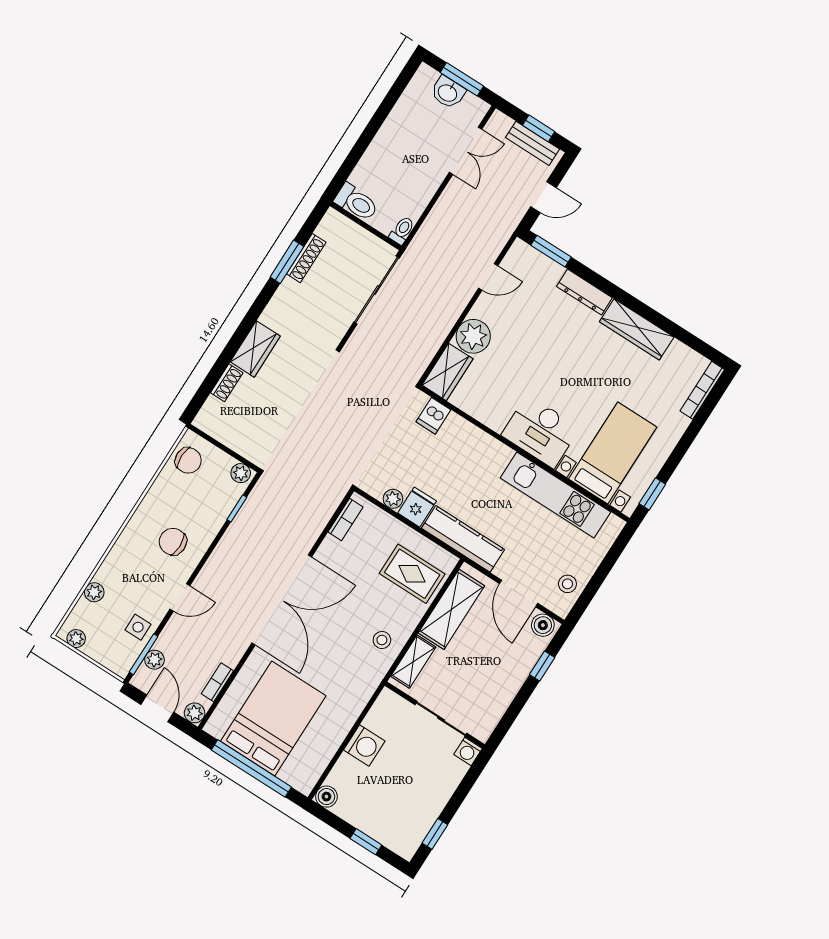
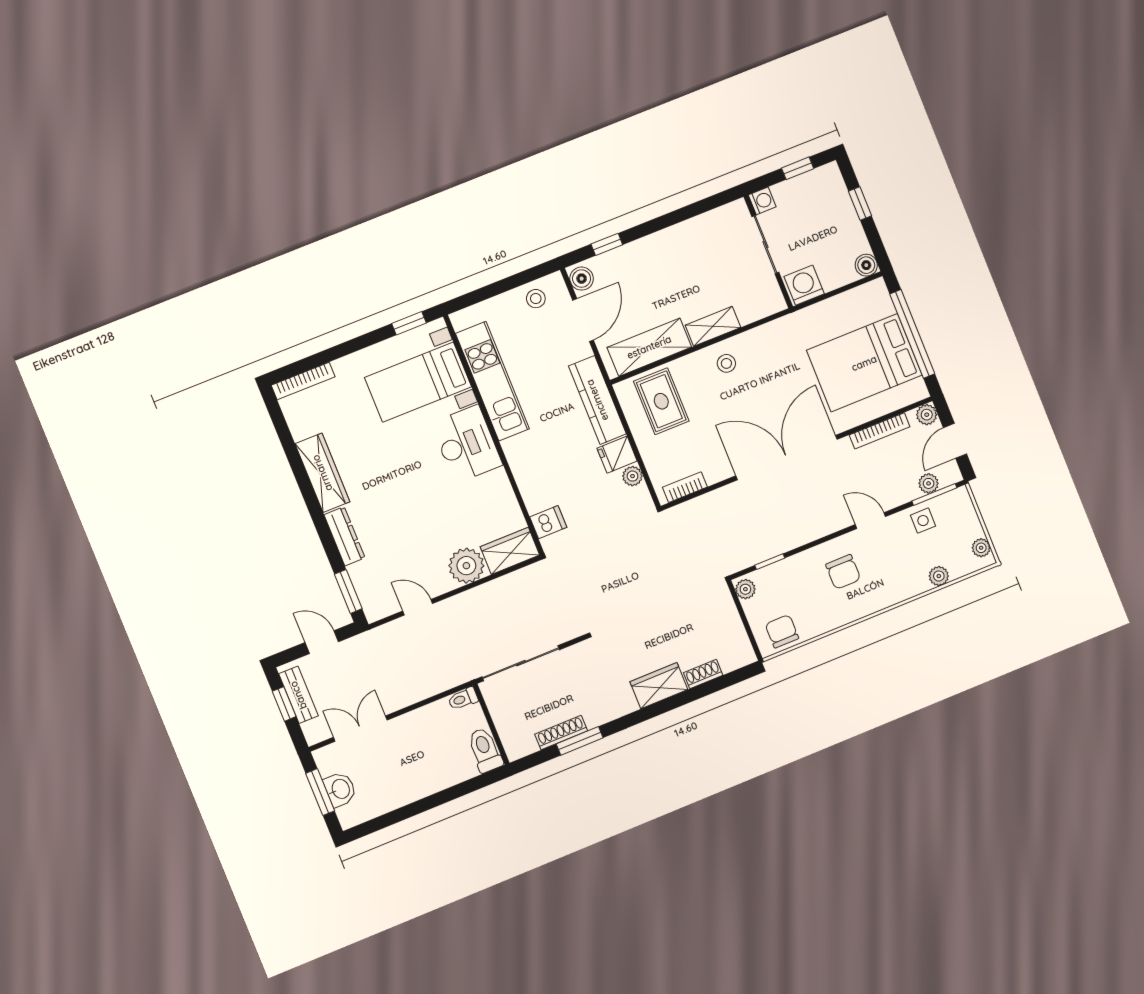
bookcase: (217, 682) -> (880, 431), width x1.56
wall: (435, 715) -> (768, 252), moved
sliding door: (441, 719) -> (765, 244), moved
washing machine: (468, 751) -> (762, 201), moved

